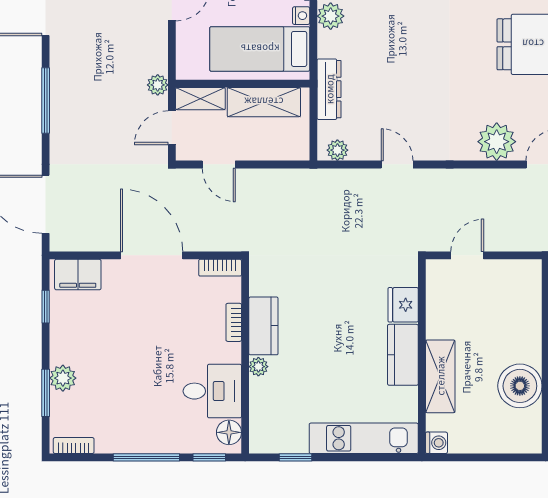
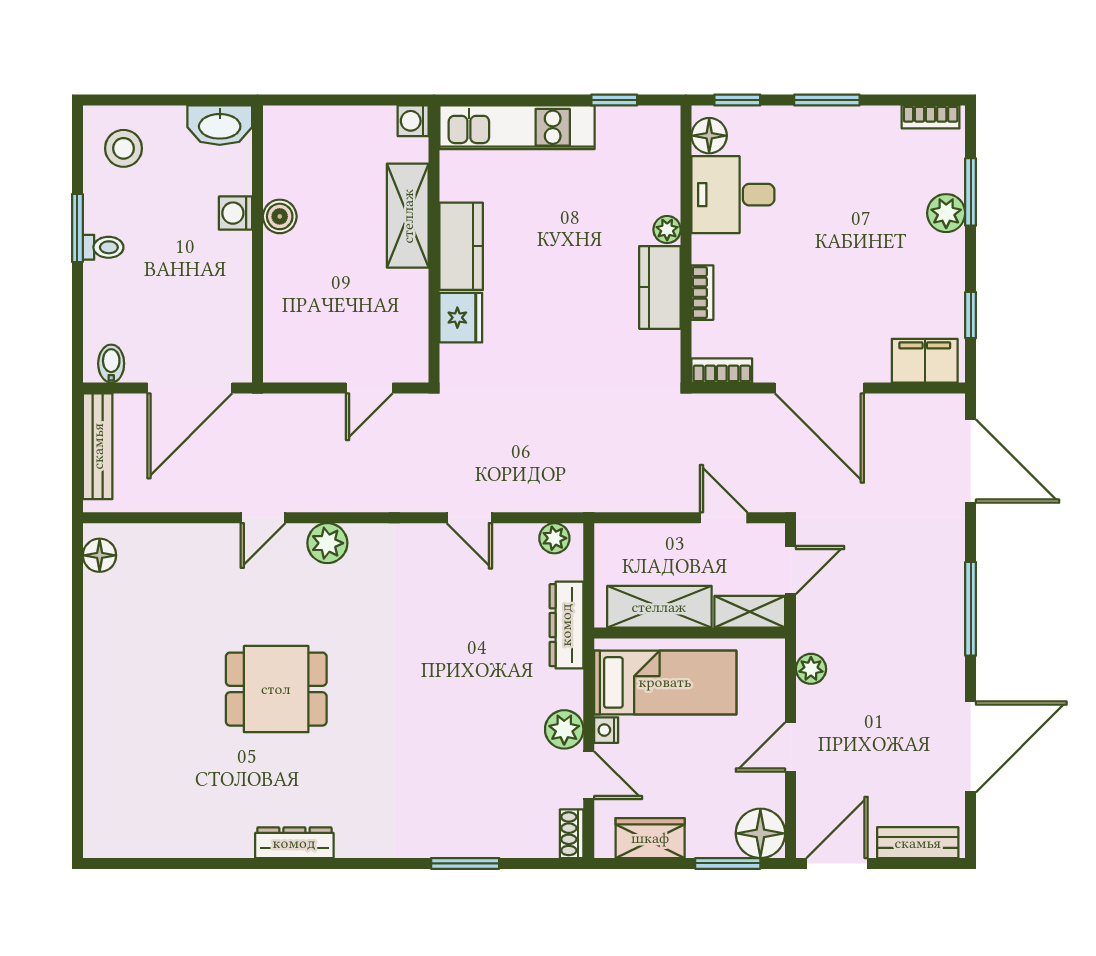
plant: (158, 85) -> (811, 669), moved
plant: (497, 142) -> (327, 543), width x0.73, depth x0.73
boiler: (520, 386) -> (280, 216), width x0.54, depth x0.54
window: (146, 457) -> (827, 100), width x0.69

